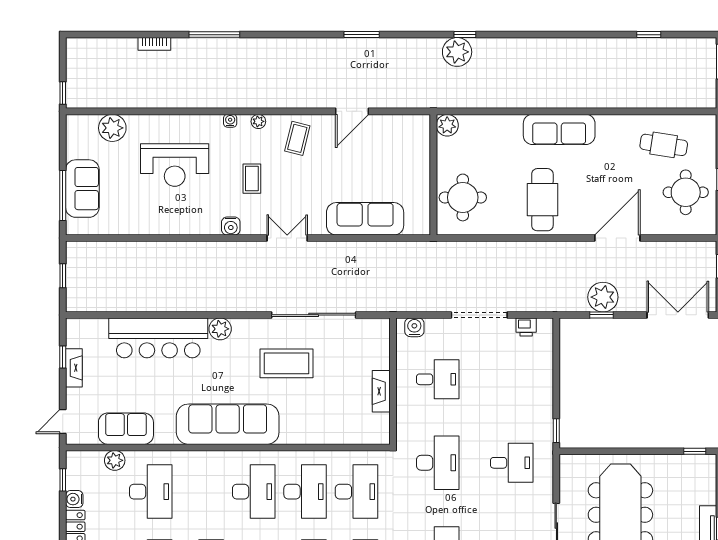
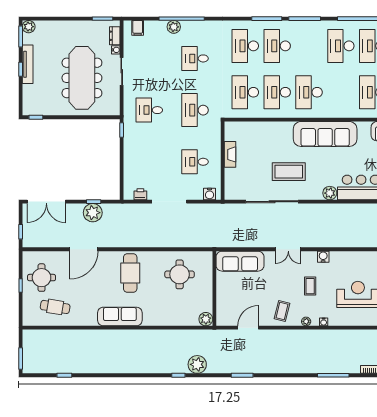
plant: (457, 52) -> (197, 364), moved
plant: (447, 125) -> (206, 319), moved
wall: (433, 175) -> (214, 288), moved

